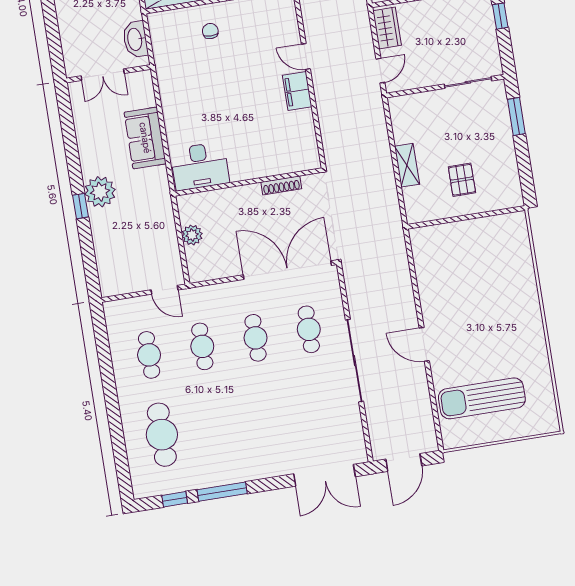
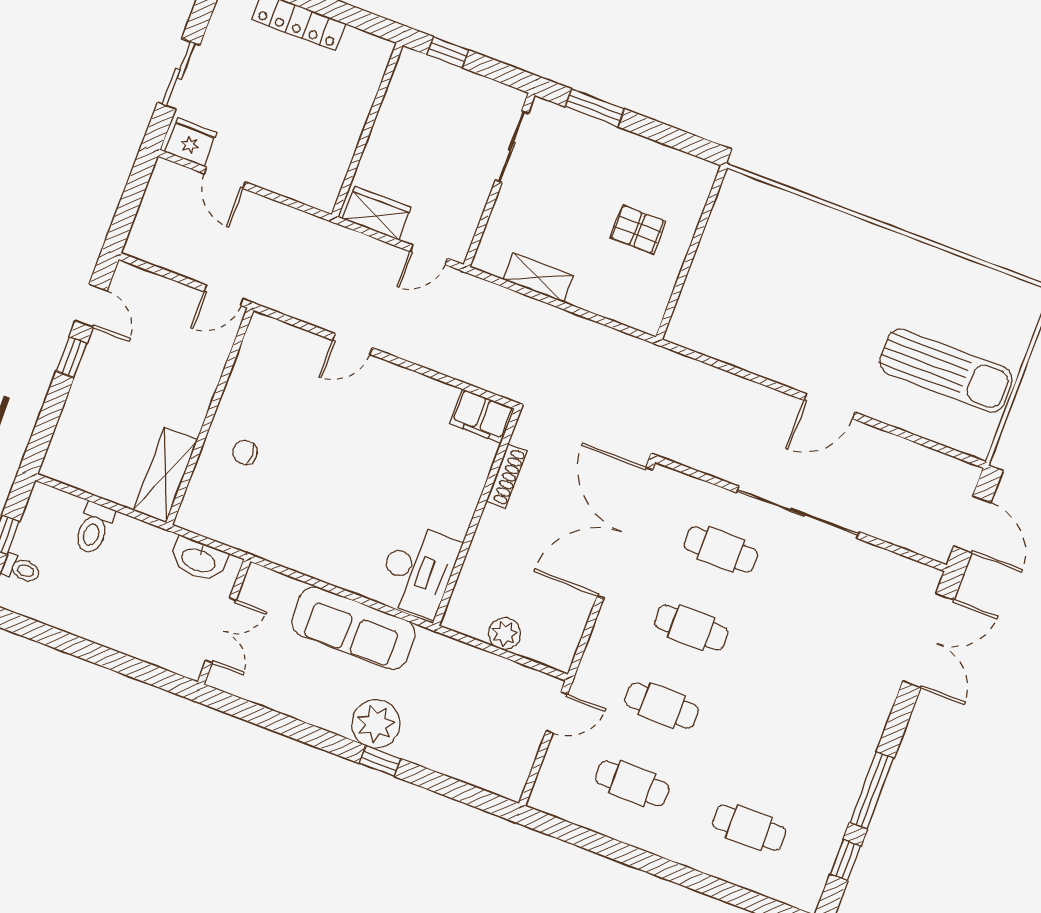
door: (380, 71) -> (429, 255), swing flipped
filing cabinet: (297, 91) -> (482, 416), moved
sofa: (145, 138) -> (353, 628), width x1.36
shelving: (407, 165) -> (538, 277), moved
sun lounger: (482, 398) -> (946, 371), turned -90
cafe table: (162, 435) -> (749, 828), width x0.73, depth x0.74

